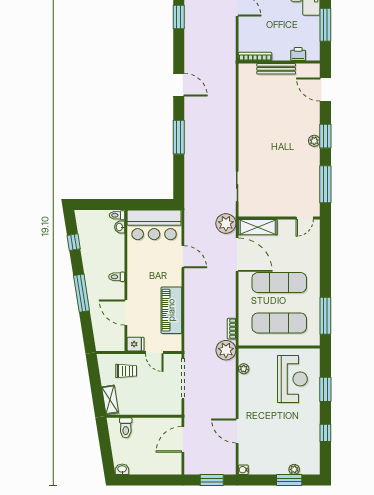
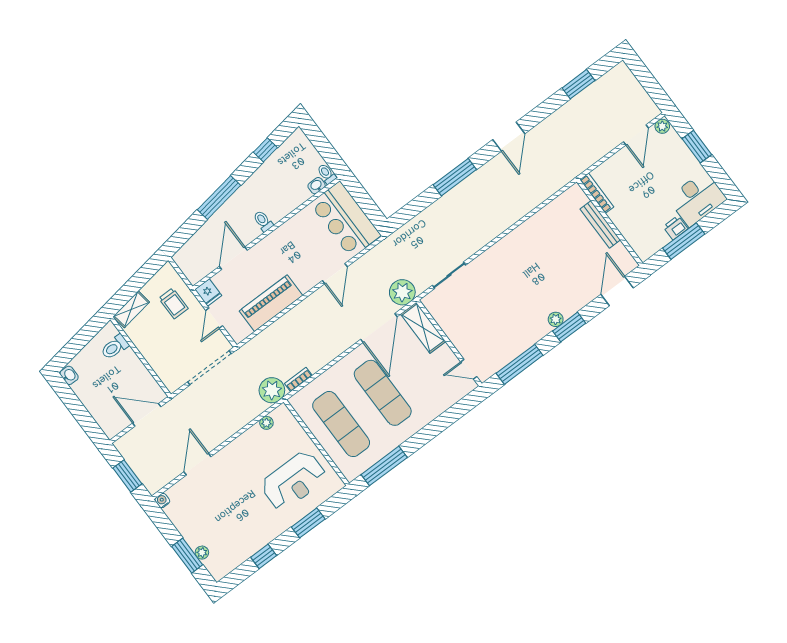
printer: (298, 54) -> (675, 228), moved, turned -90

